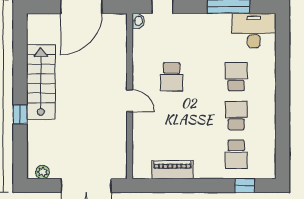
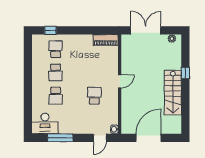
door: (130, 101) -> (120, 81), swing flipped
piano: (172, 170) -> (106, 40), moved

